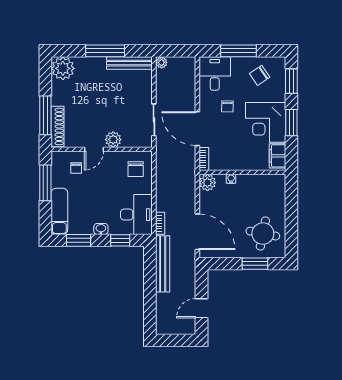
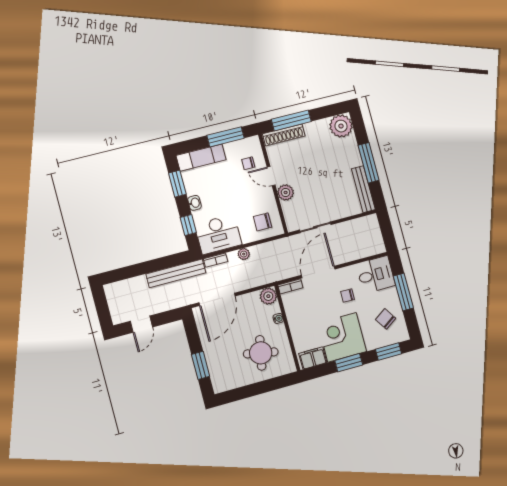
plant: (161, 62) -> (244, 254), moved
round table: (263, 234) -> (261, 353), moved
door: (201, 308) -> (141, 324), swing flipped

